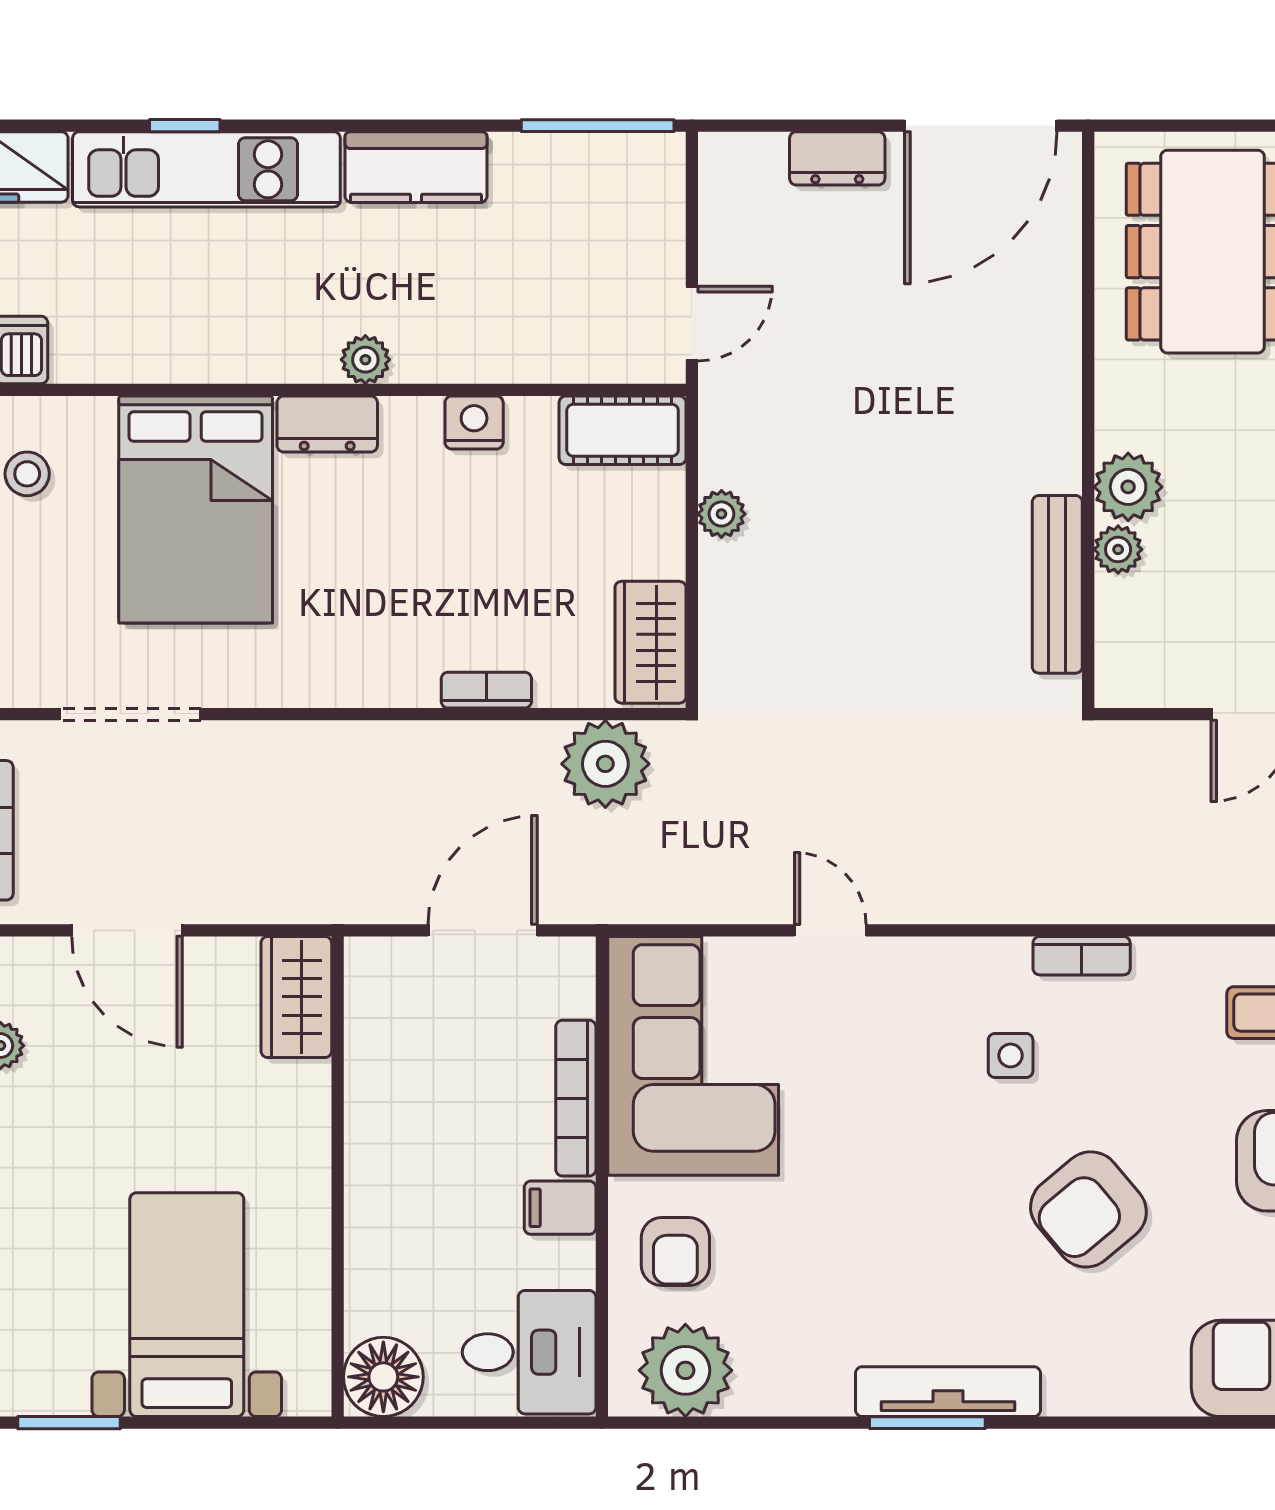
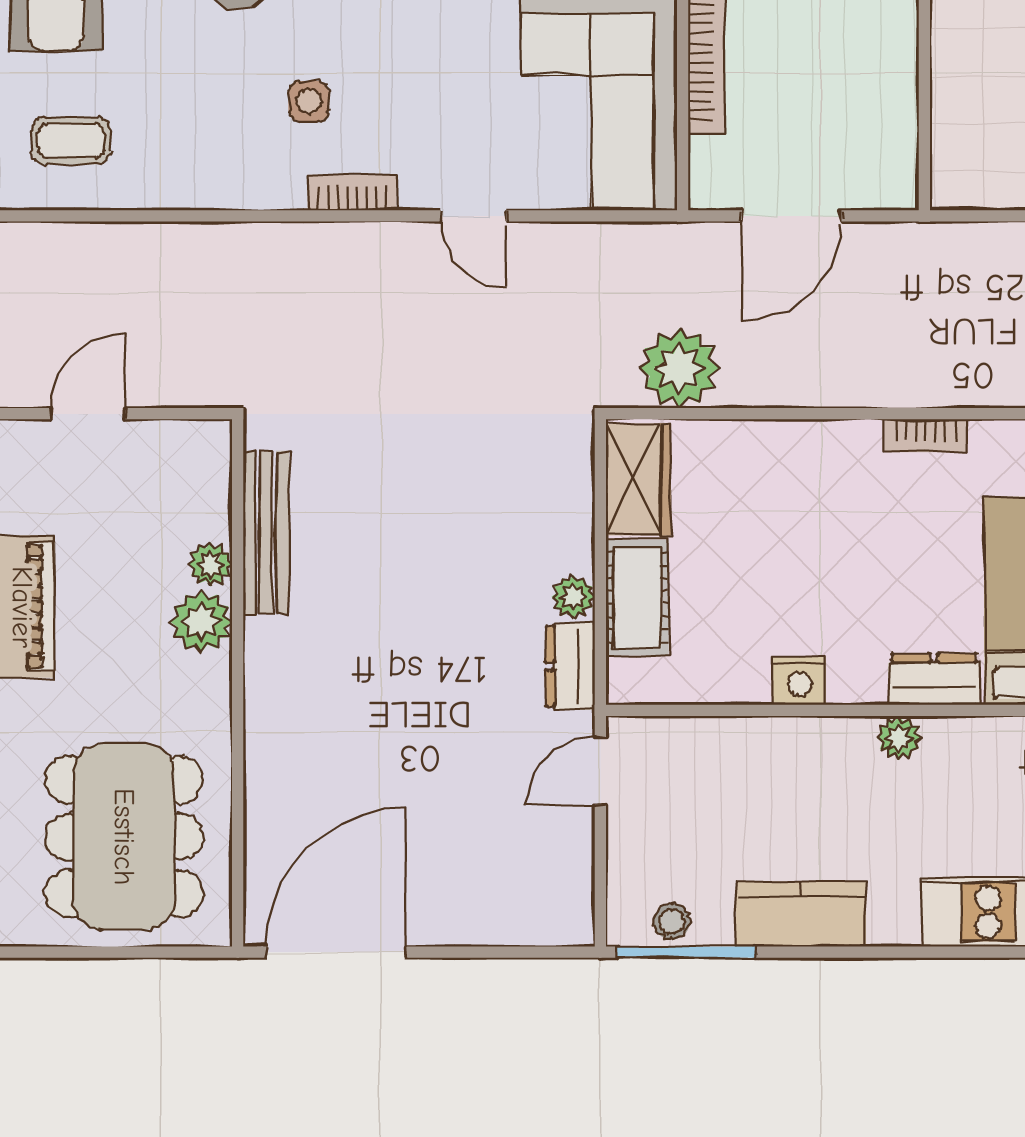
dresser: (837, 158) -> (570, 666), moved, turned -90
stool: (614, 159) -> (672, 922), added
kitchen counter: (416, 167) -> (801, 914), moved
cot: (623, 430) -> (637, 598), moved, turned 90
bookcase: (486, 690) -> (926, 436), moved
bookcase: (1082, 956) -> (352, 193), moved
wardrobe: (296, 997) -> (962, 155), removed

